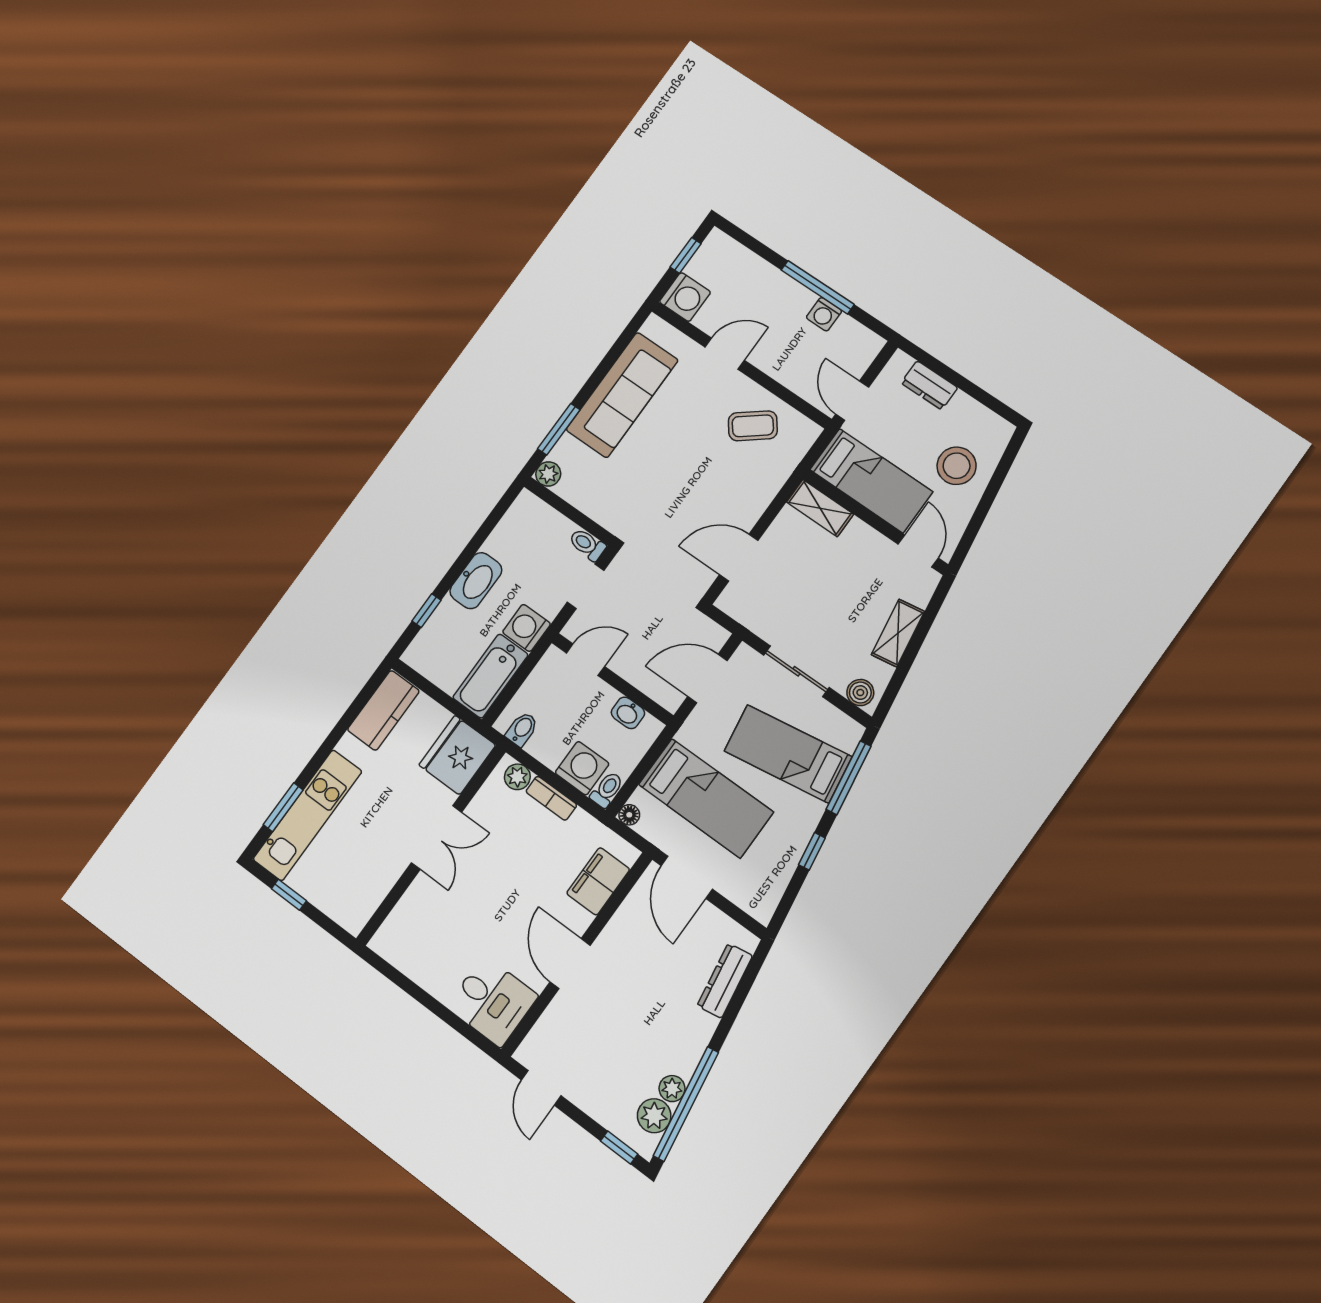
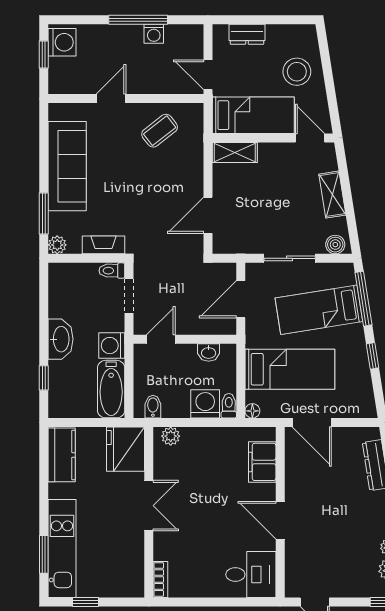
washing machine: (685, 297) -> (62, 42), moved
fireplace: (599, 510) -> (104, 245), added
bookcase: (551, 798) -> (160, 579), moved, turned -90

